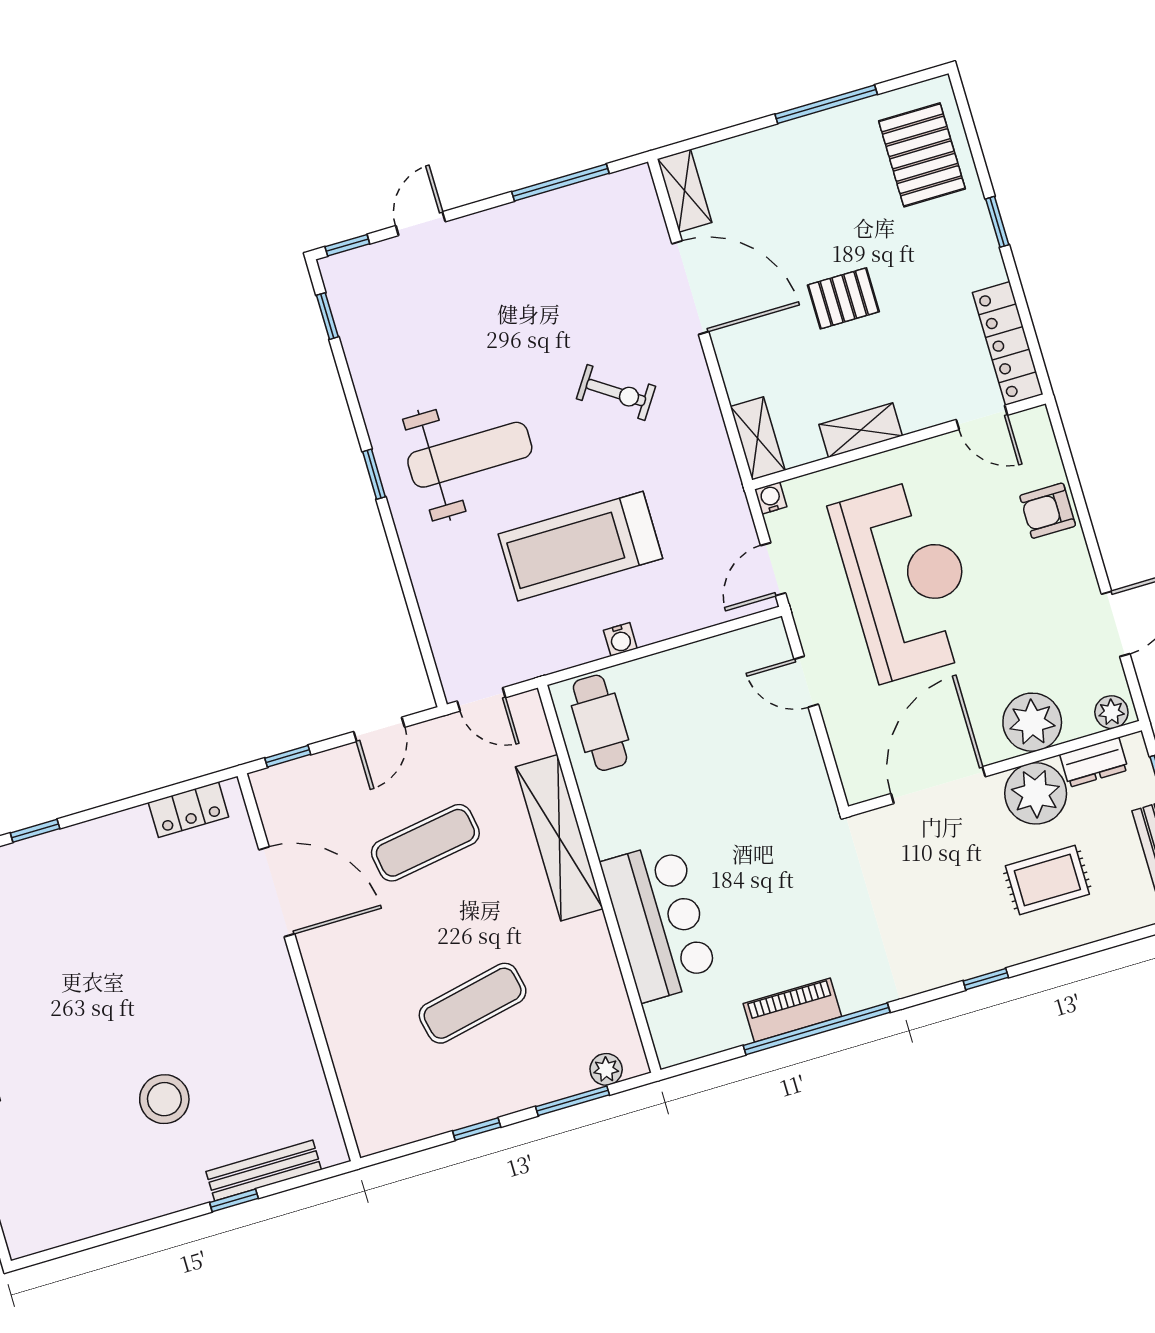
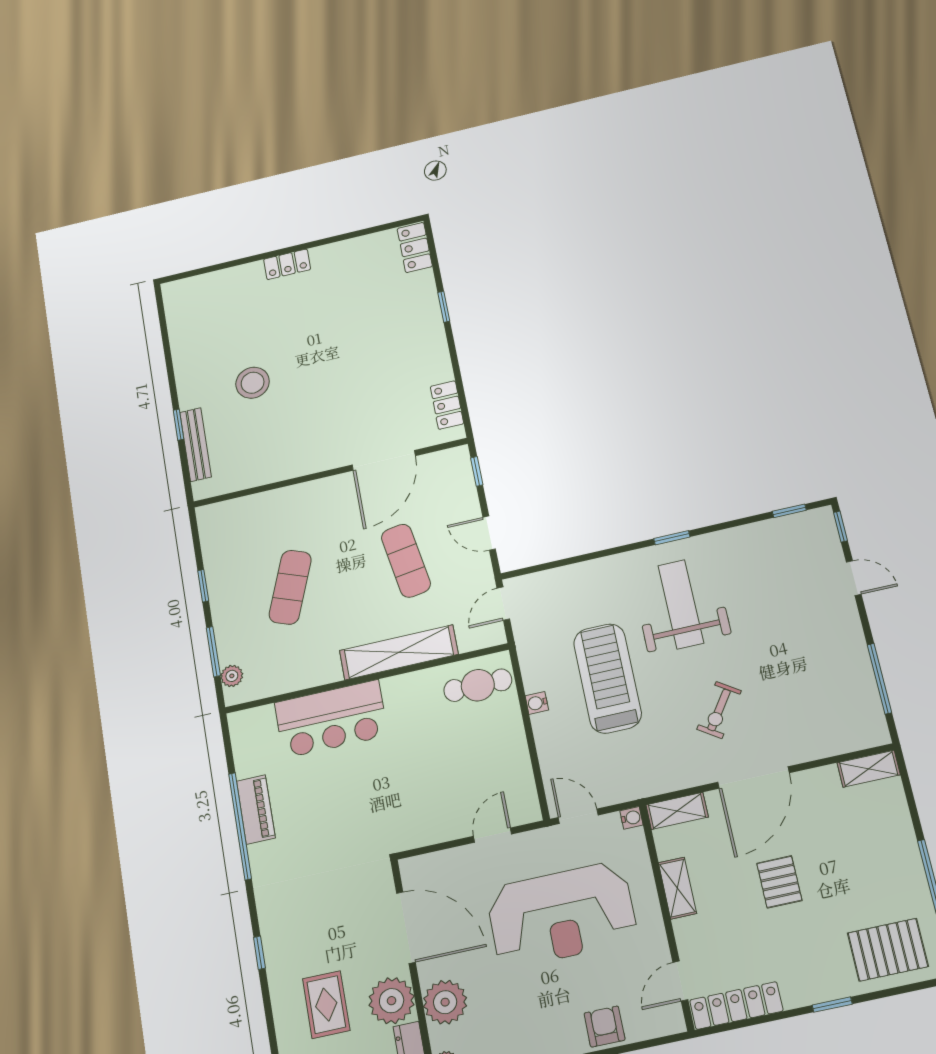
door: (690, 288) -> (753, 778), moved
weight bench: (470, 455) -> (681, 604), turned 180
exercise mat: (473, 1003) -> (290, 587), turned 33

